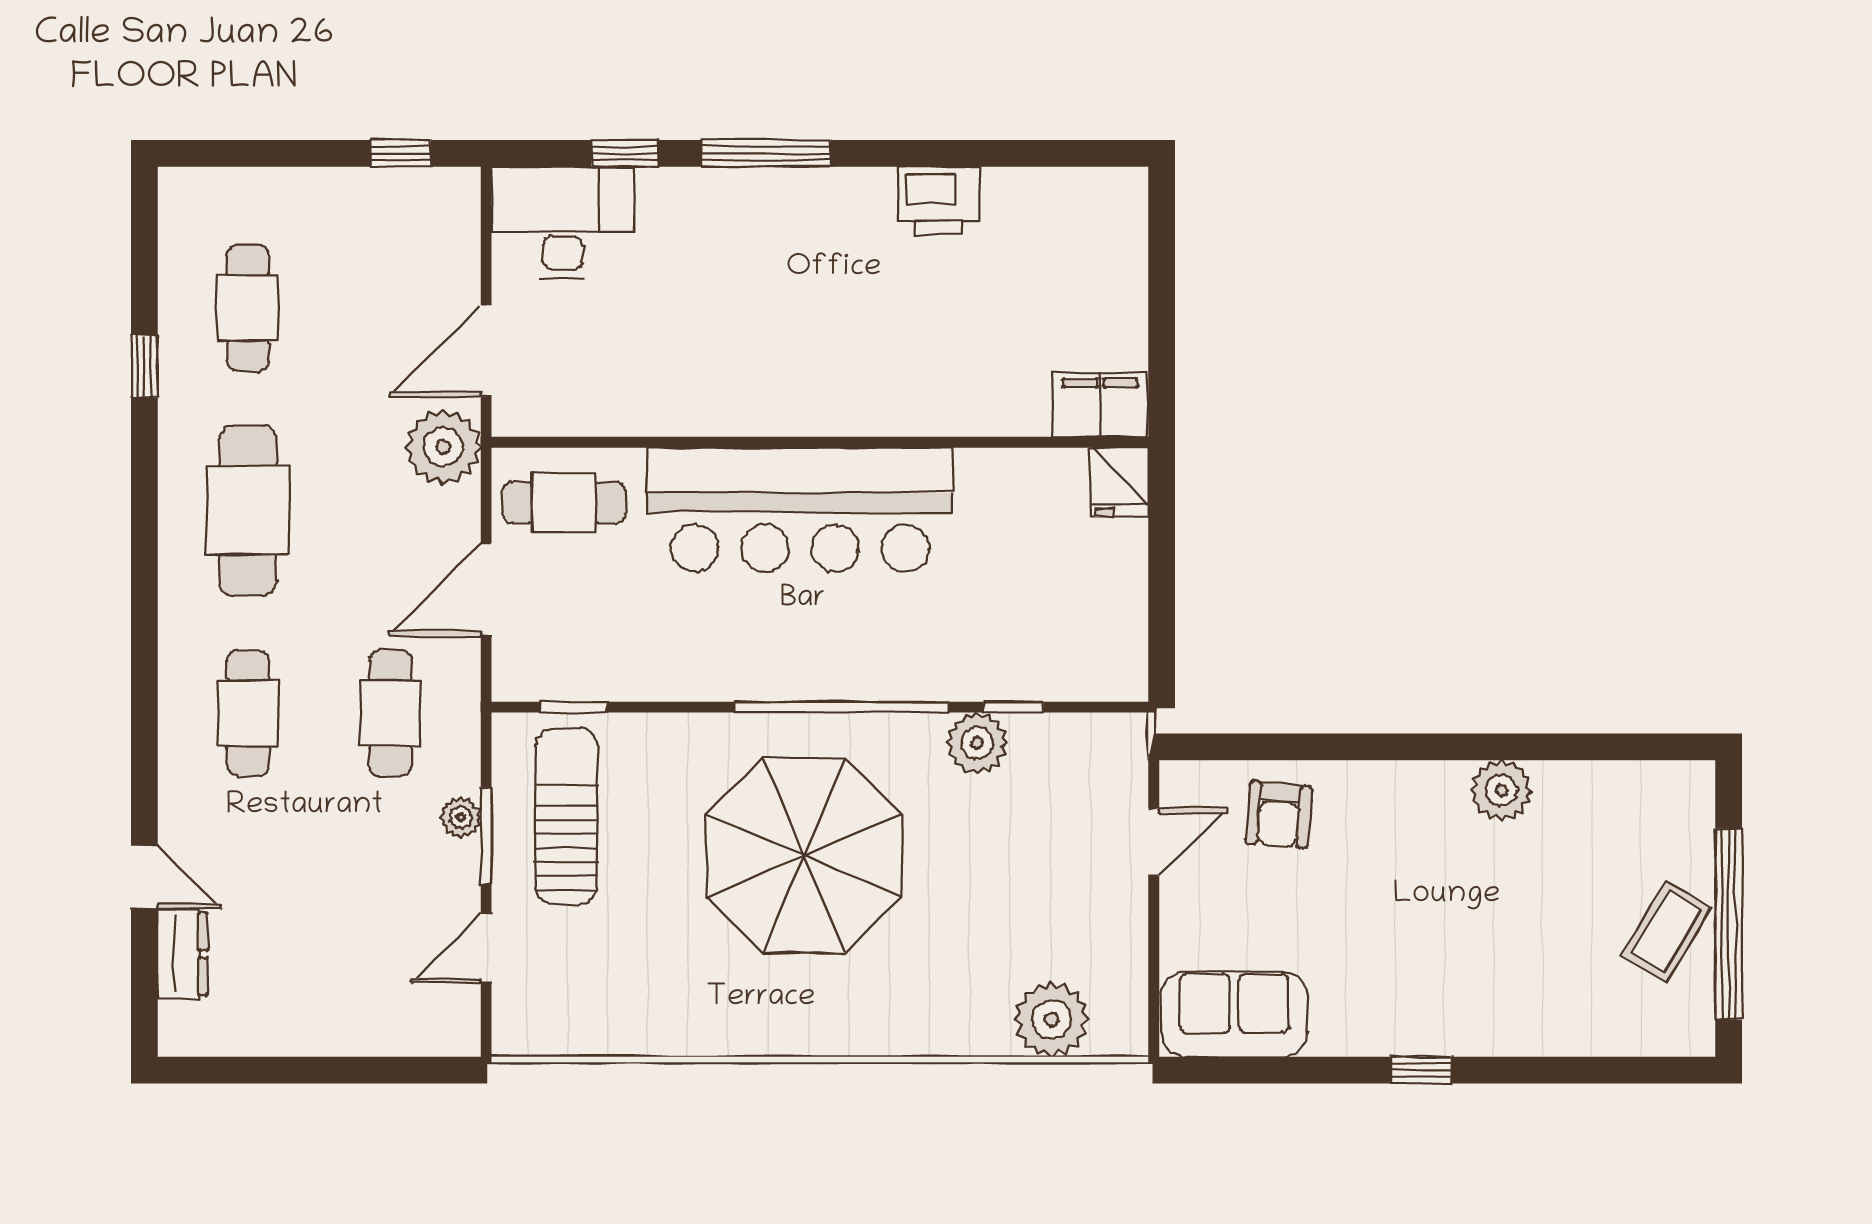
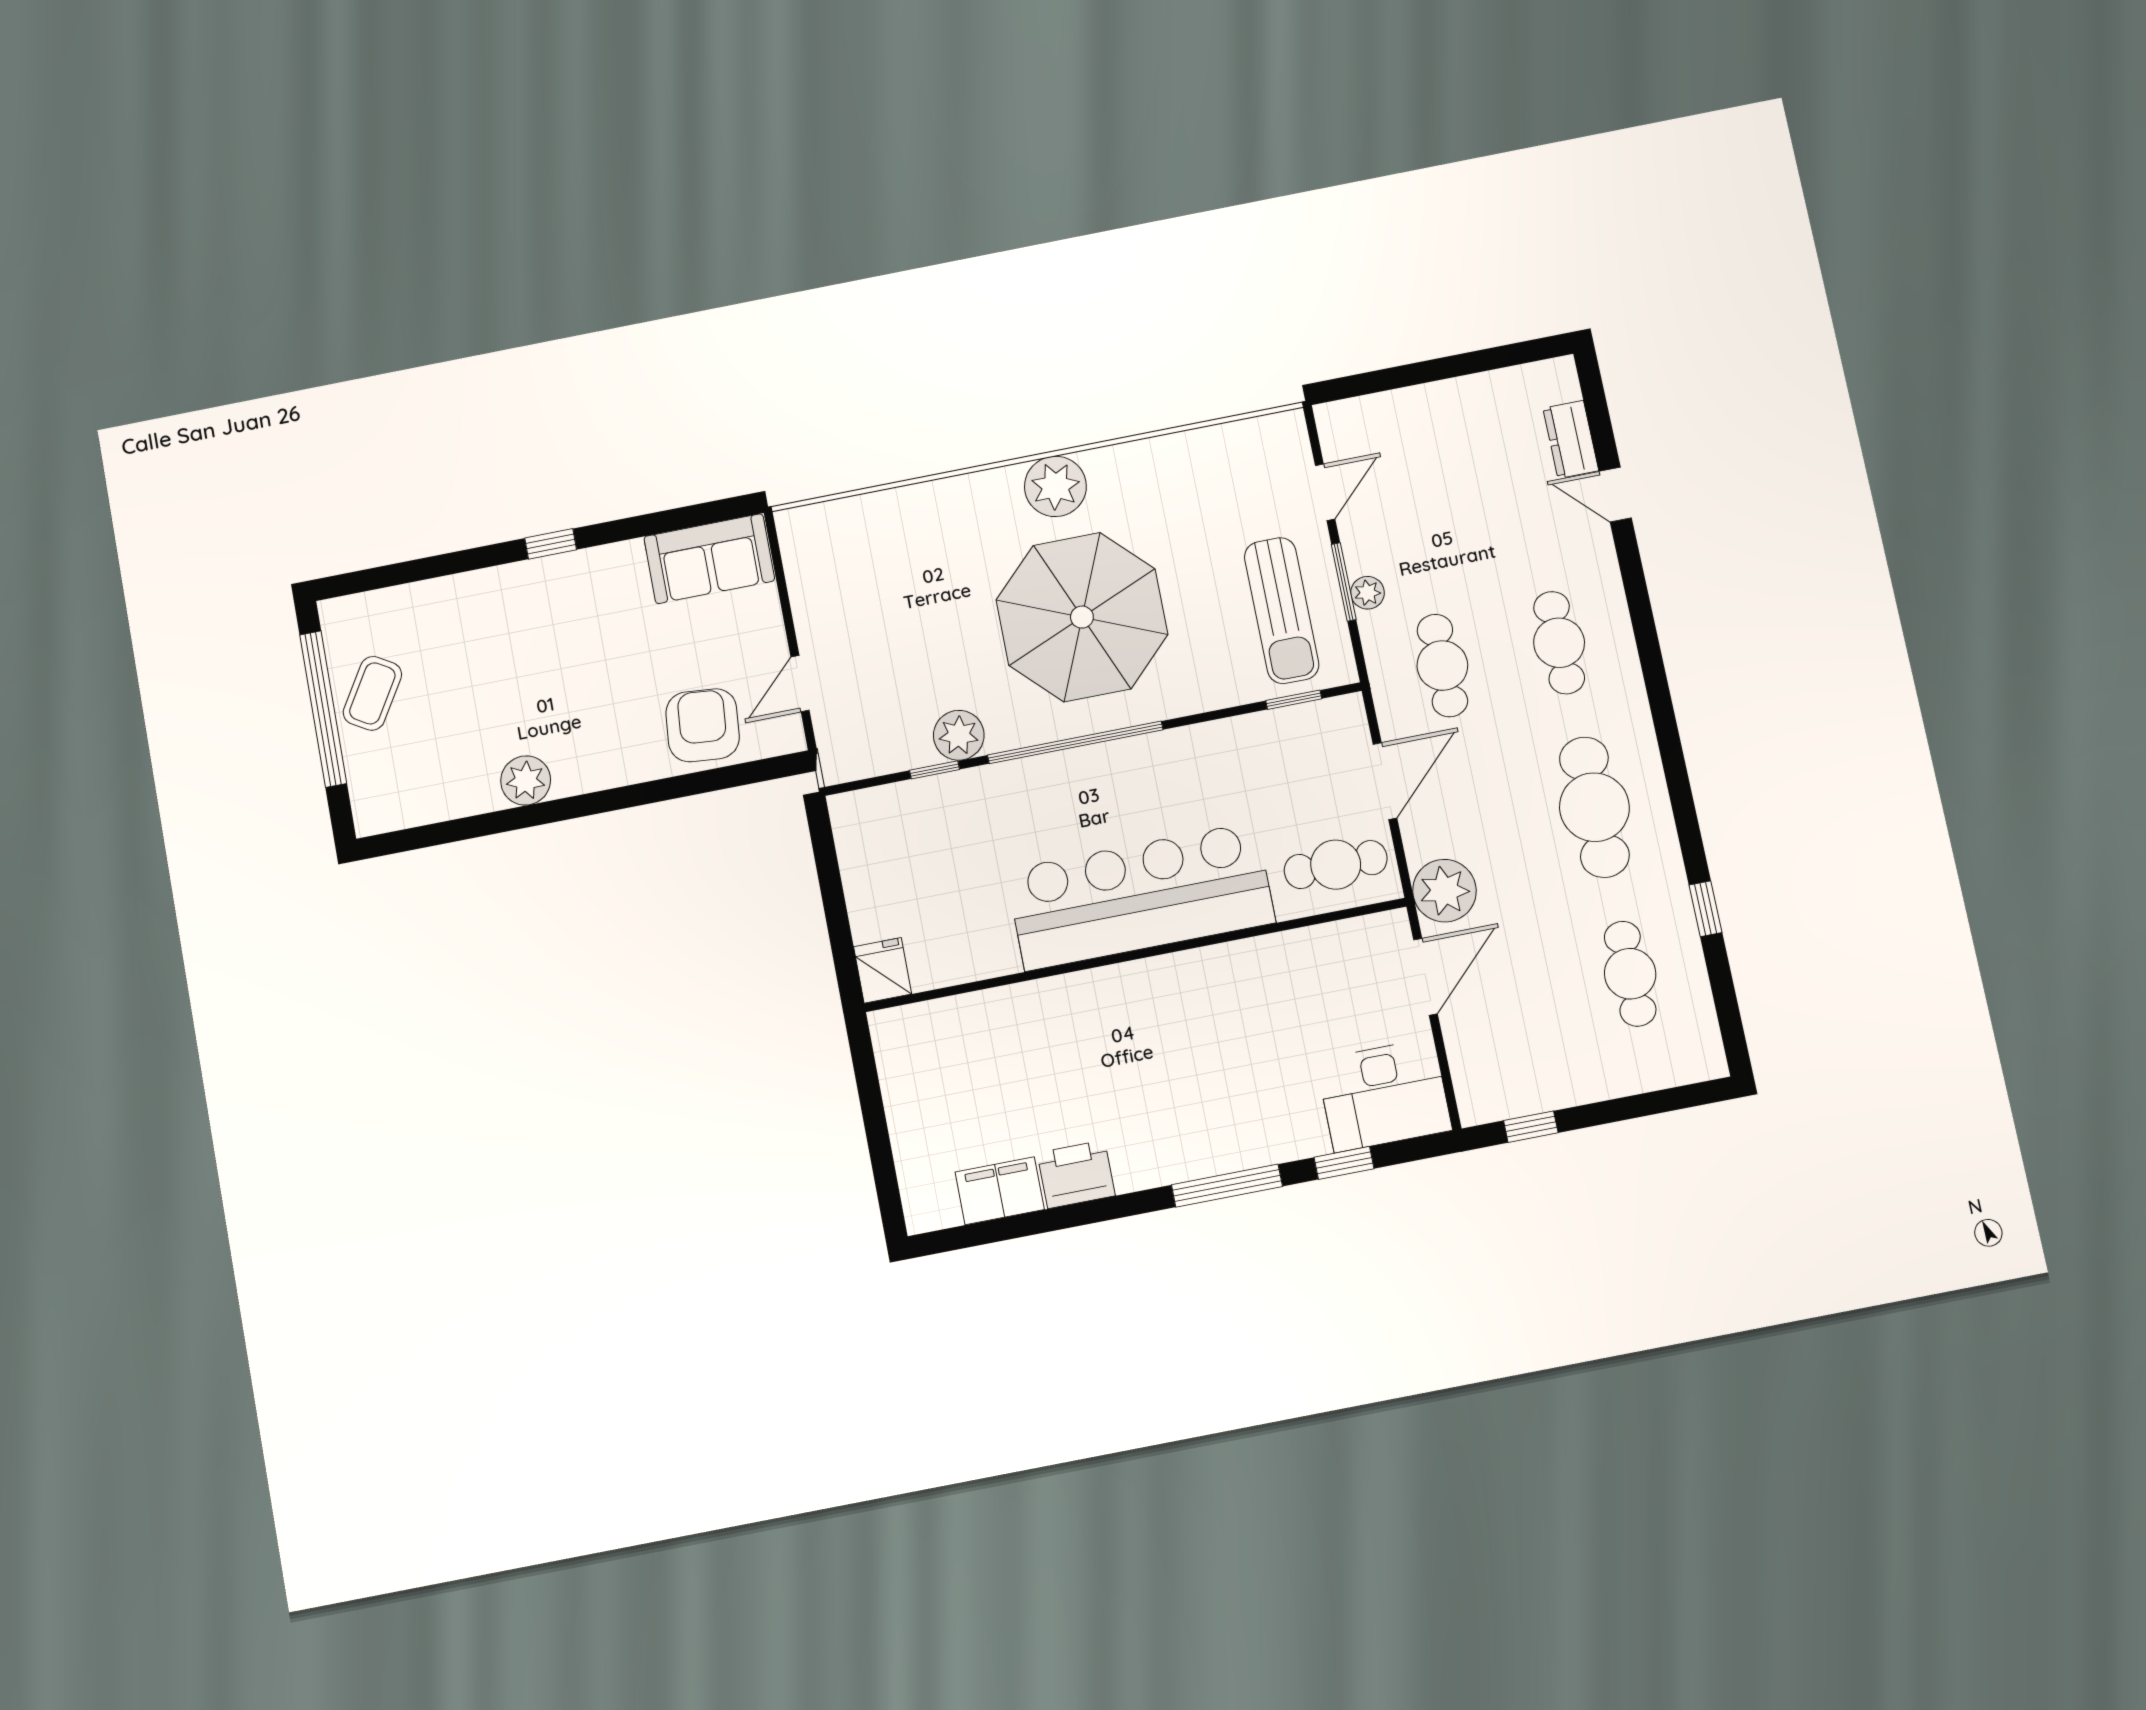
filing cabinet: (1100, 405) -> (1000, 1191), moved, turned 180
armchair: (1279, 815) -> (703, 725), width x1.38, depth x1.38
plant: (1051, 1019) -> (1055, 486), moved

